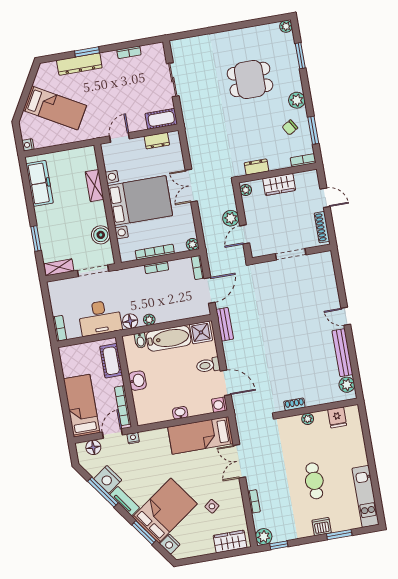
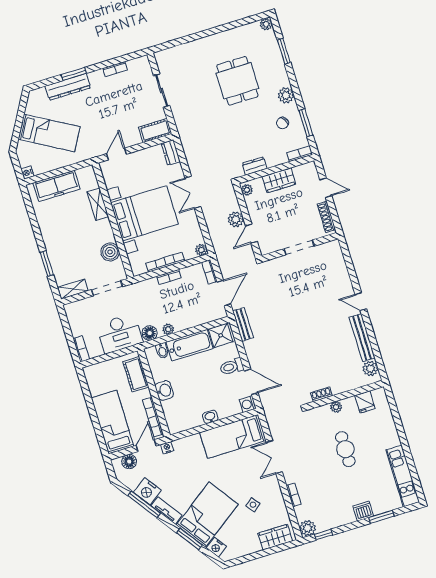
dining table: (250, 79) -> (237, 81), turned 90
dresser: (157, 141) -> (171, 153), moved, turned 90
freezer: (40, 183) -> (57, 186), moved, turned 90
cafe table: (314, 481) -> (345, 449), moved

